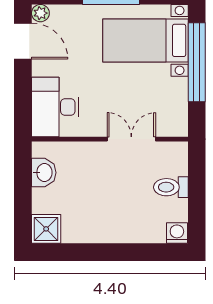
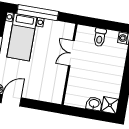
desk: (55, 107) -> (48, 90), removed
washbasin: (44, 173) -> (94, 104), moved

